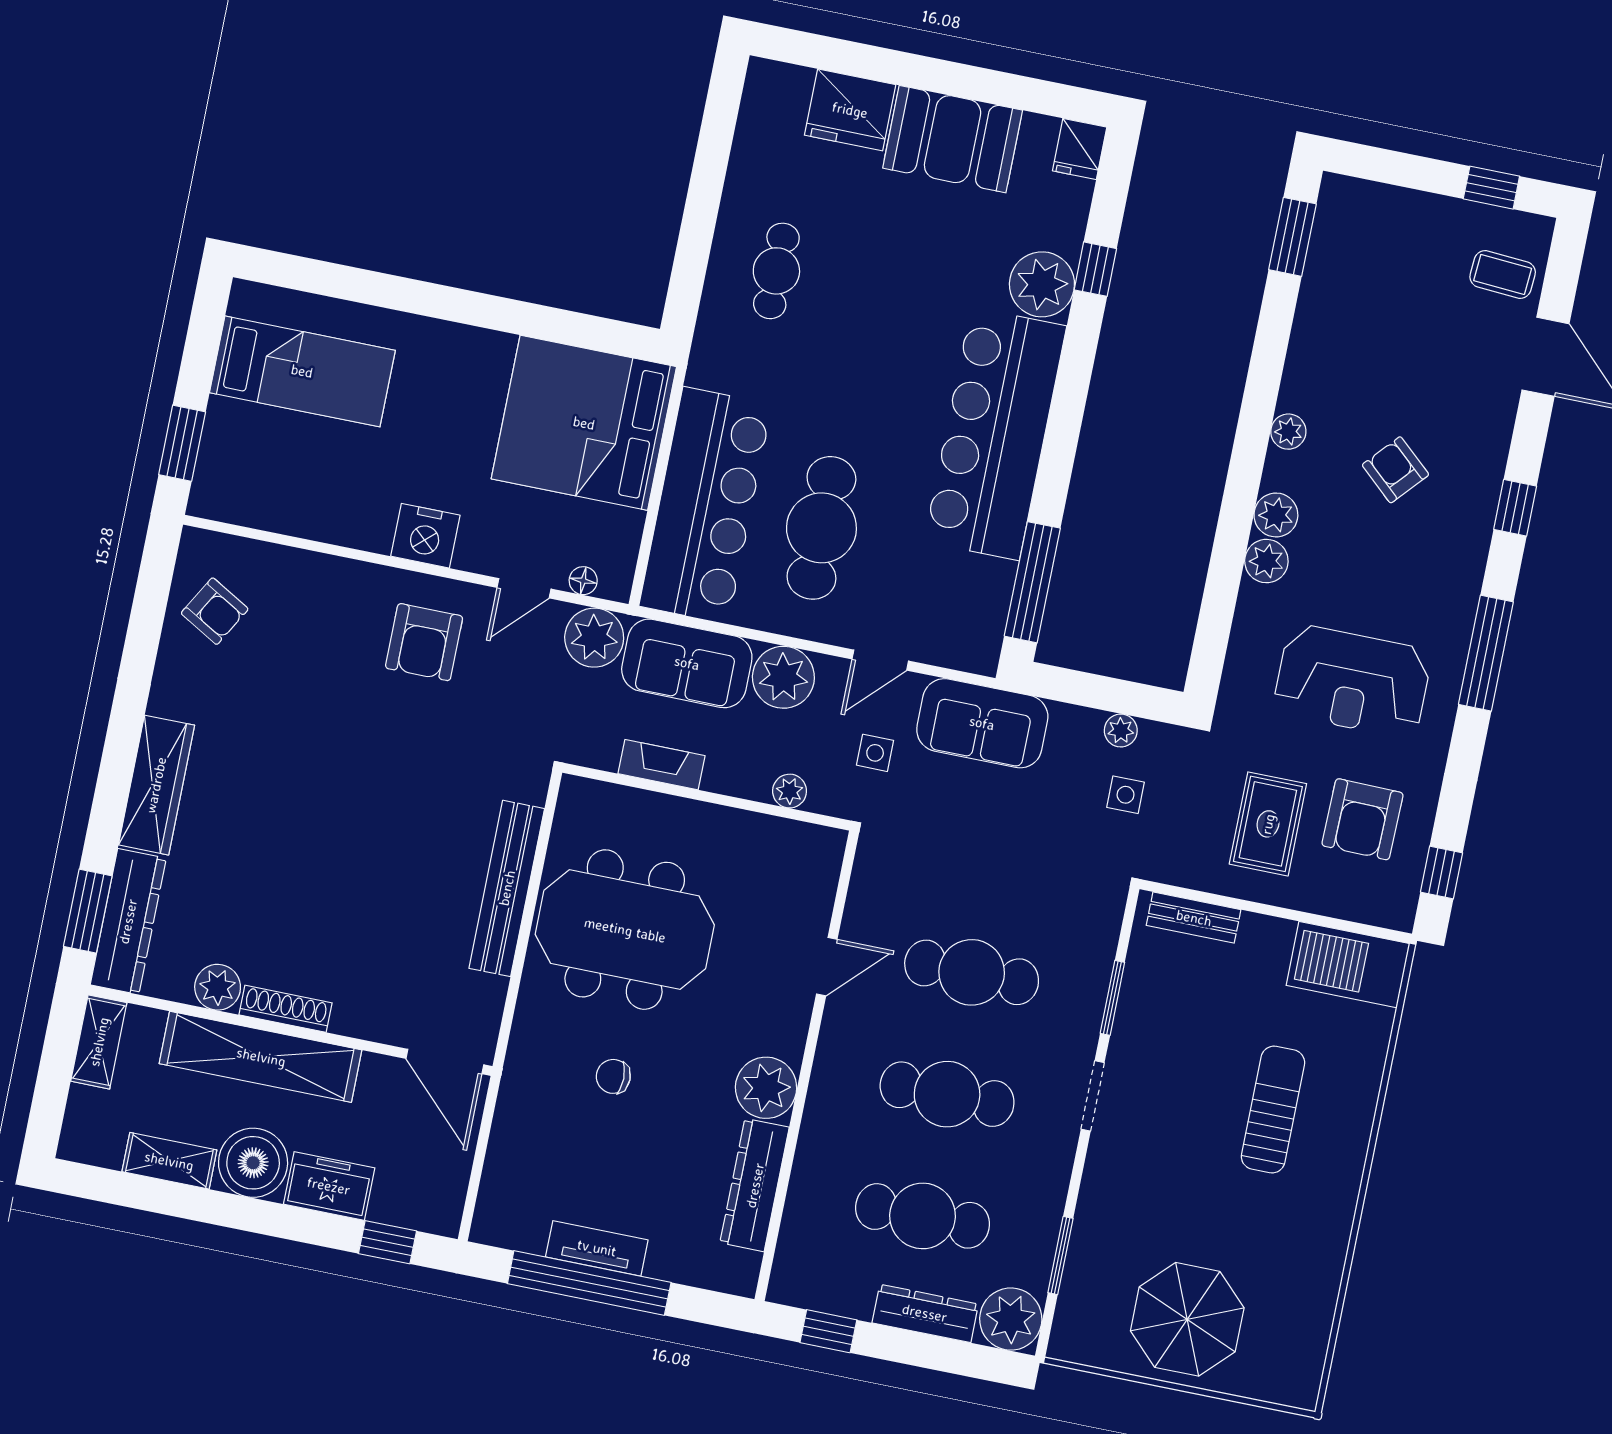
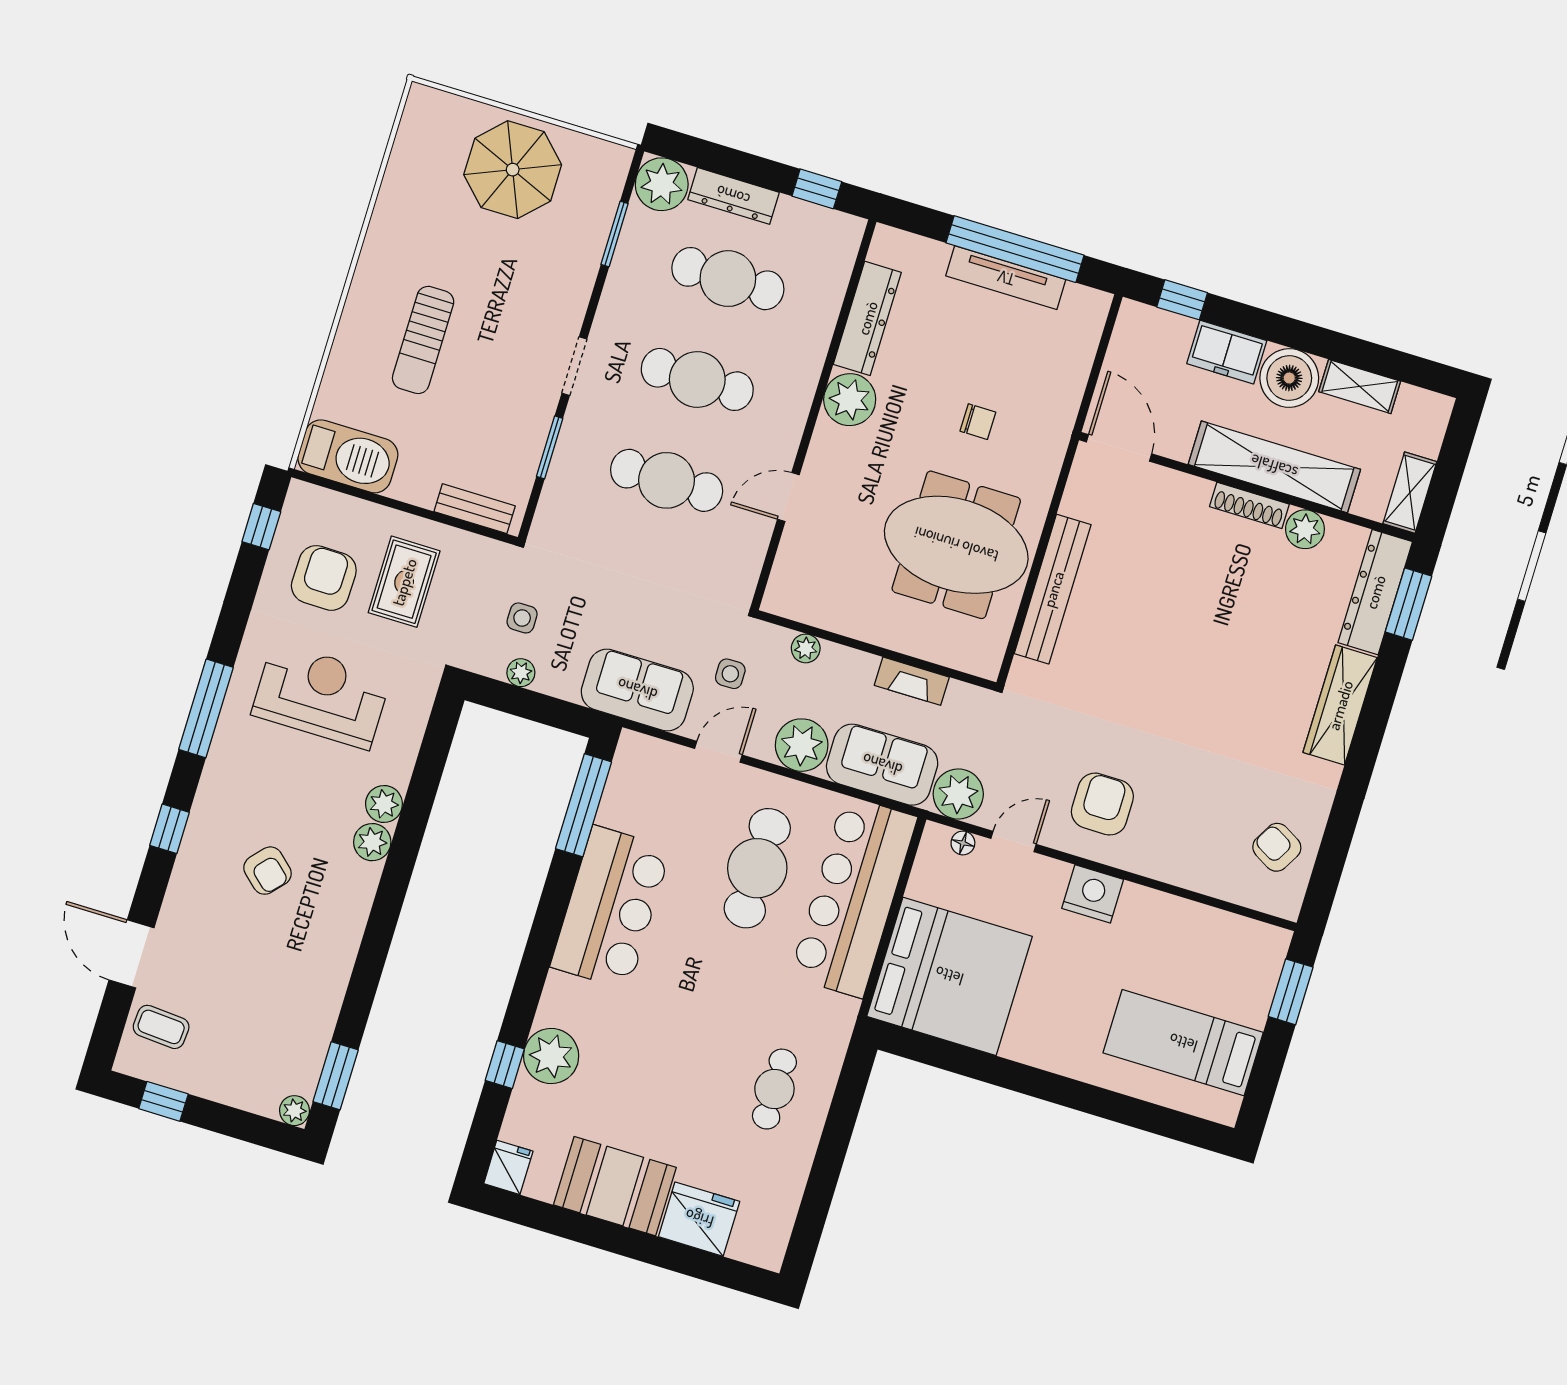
plant: (1288, 432) -> (294, 1111), moved
bar counter: (995, 434) -> (611, 908), width x0.73
tv unit: (597, 1248) -> (1006, 278), width x1.41

